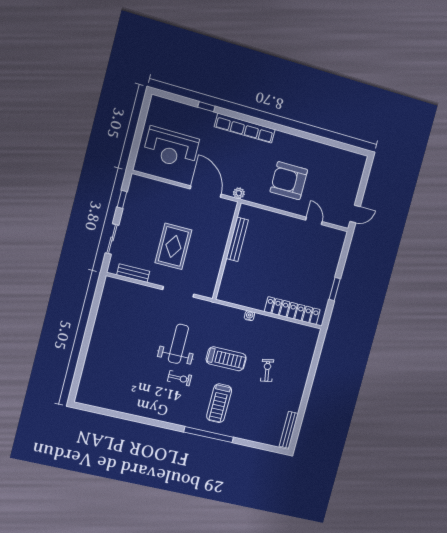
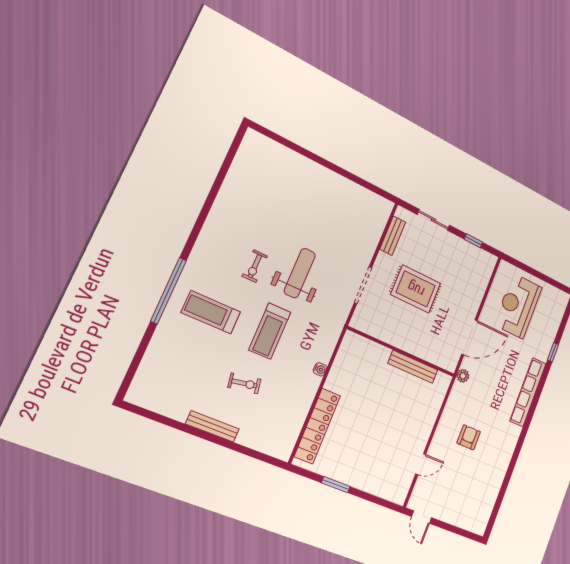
armchair: (289, 181) -> (469, 437), width x0.53, depth x0.53
weight bench: (178, 344) -> (300, 273), turned -90
bench: (289, 430) -> (212, 426), moved

